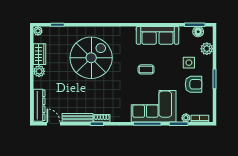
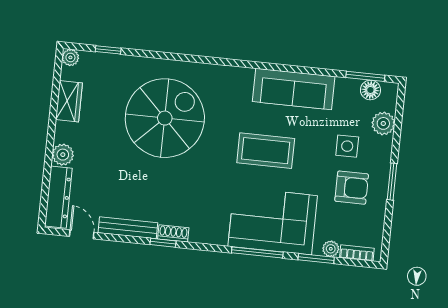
coffee table: (146, 69) -> (266, 151), width x1.86, depth x1.72
plant: (39, 71) -> (63, 155), moved

